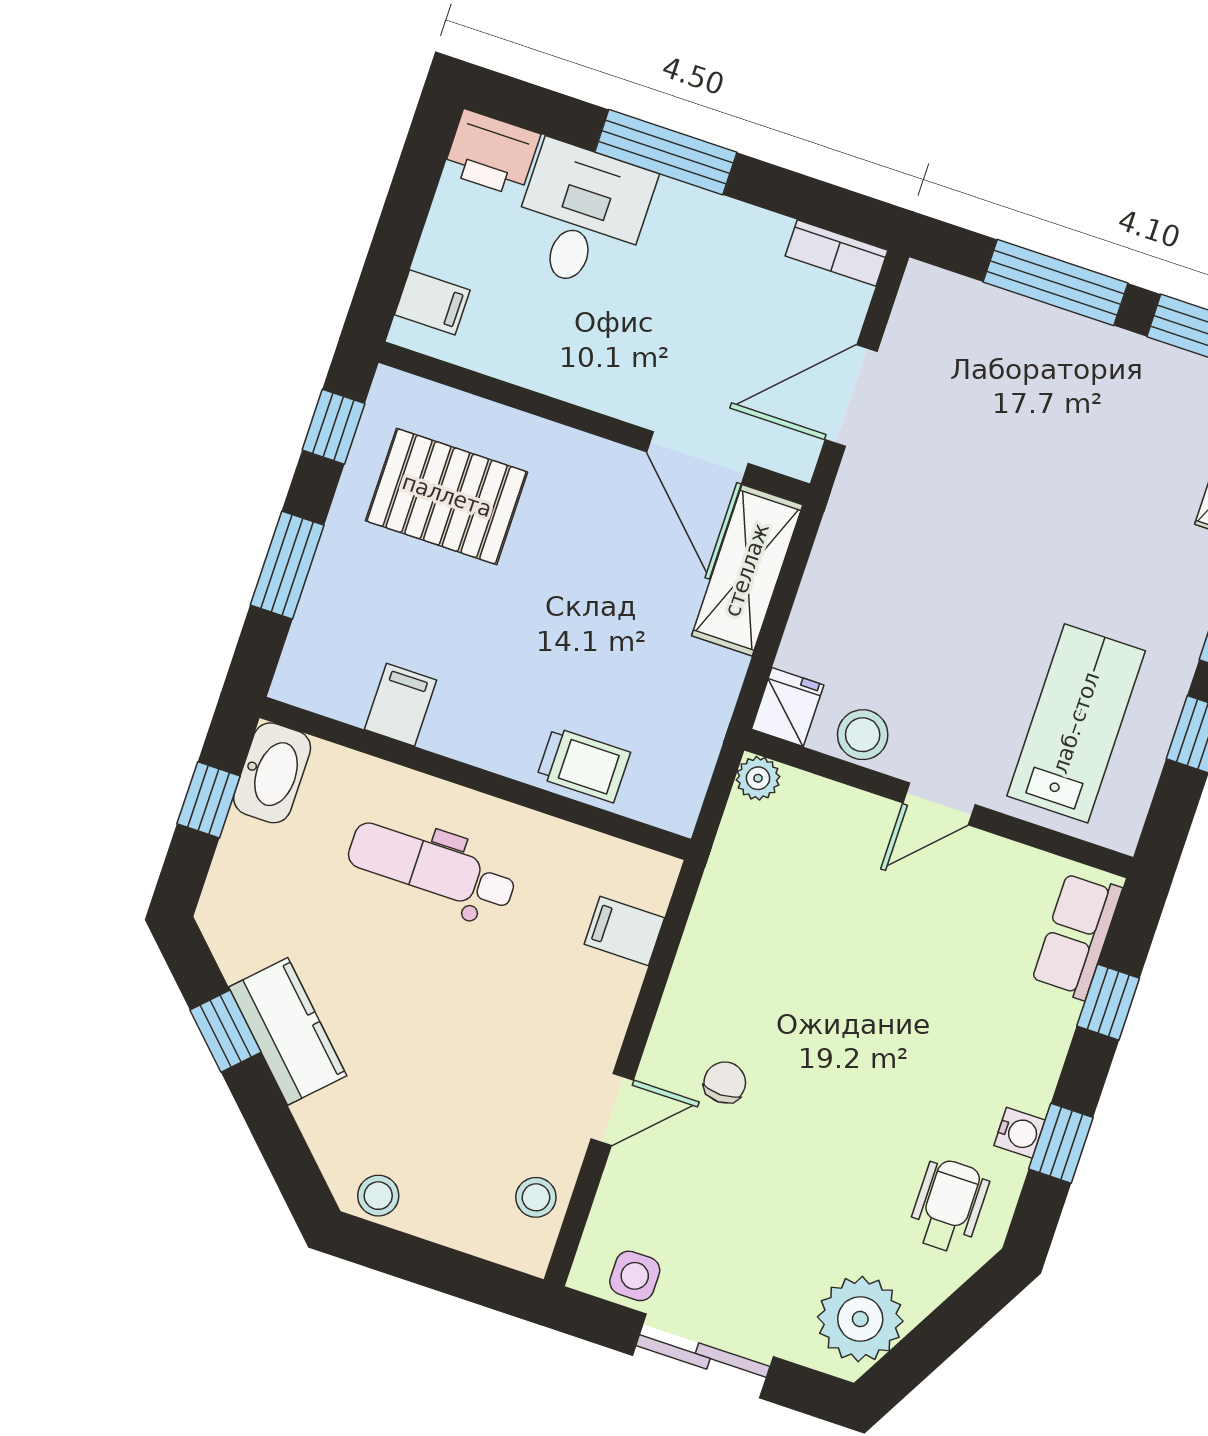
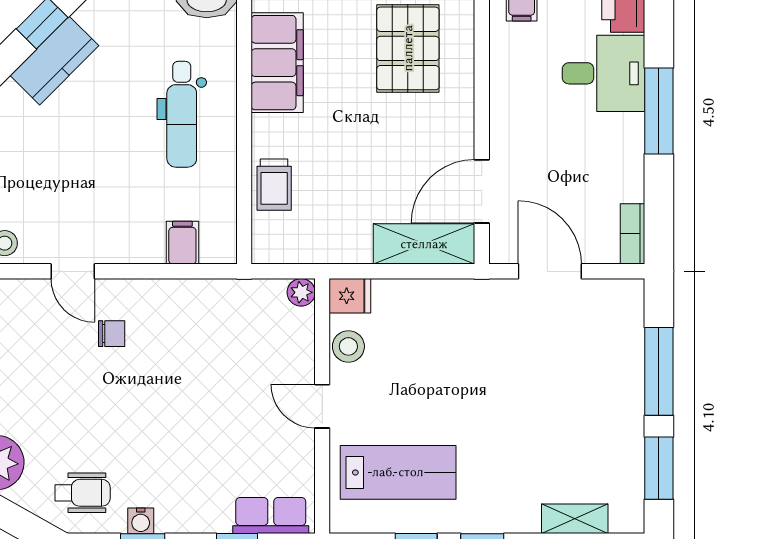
filing cabinet: (400, 705) -> (277, 63), width x3.00, depth x1.17
dental chair: (432, 868) -> (182, 114), turned 180

